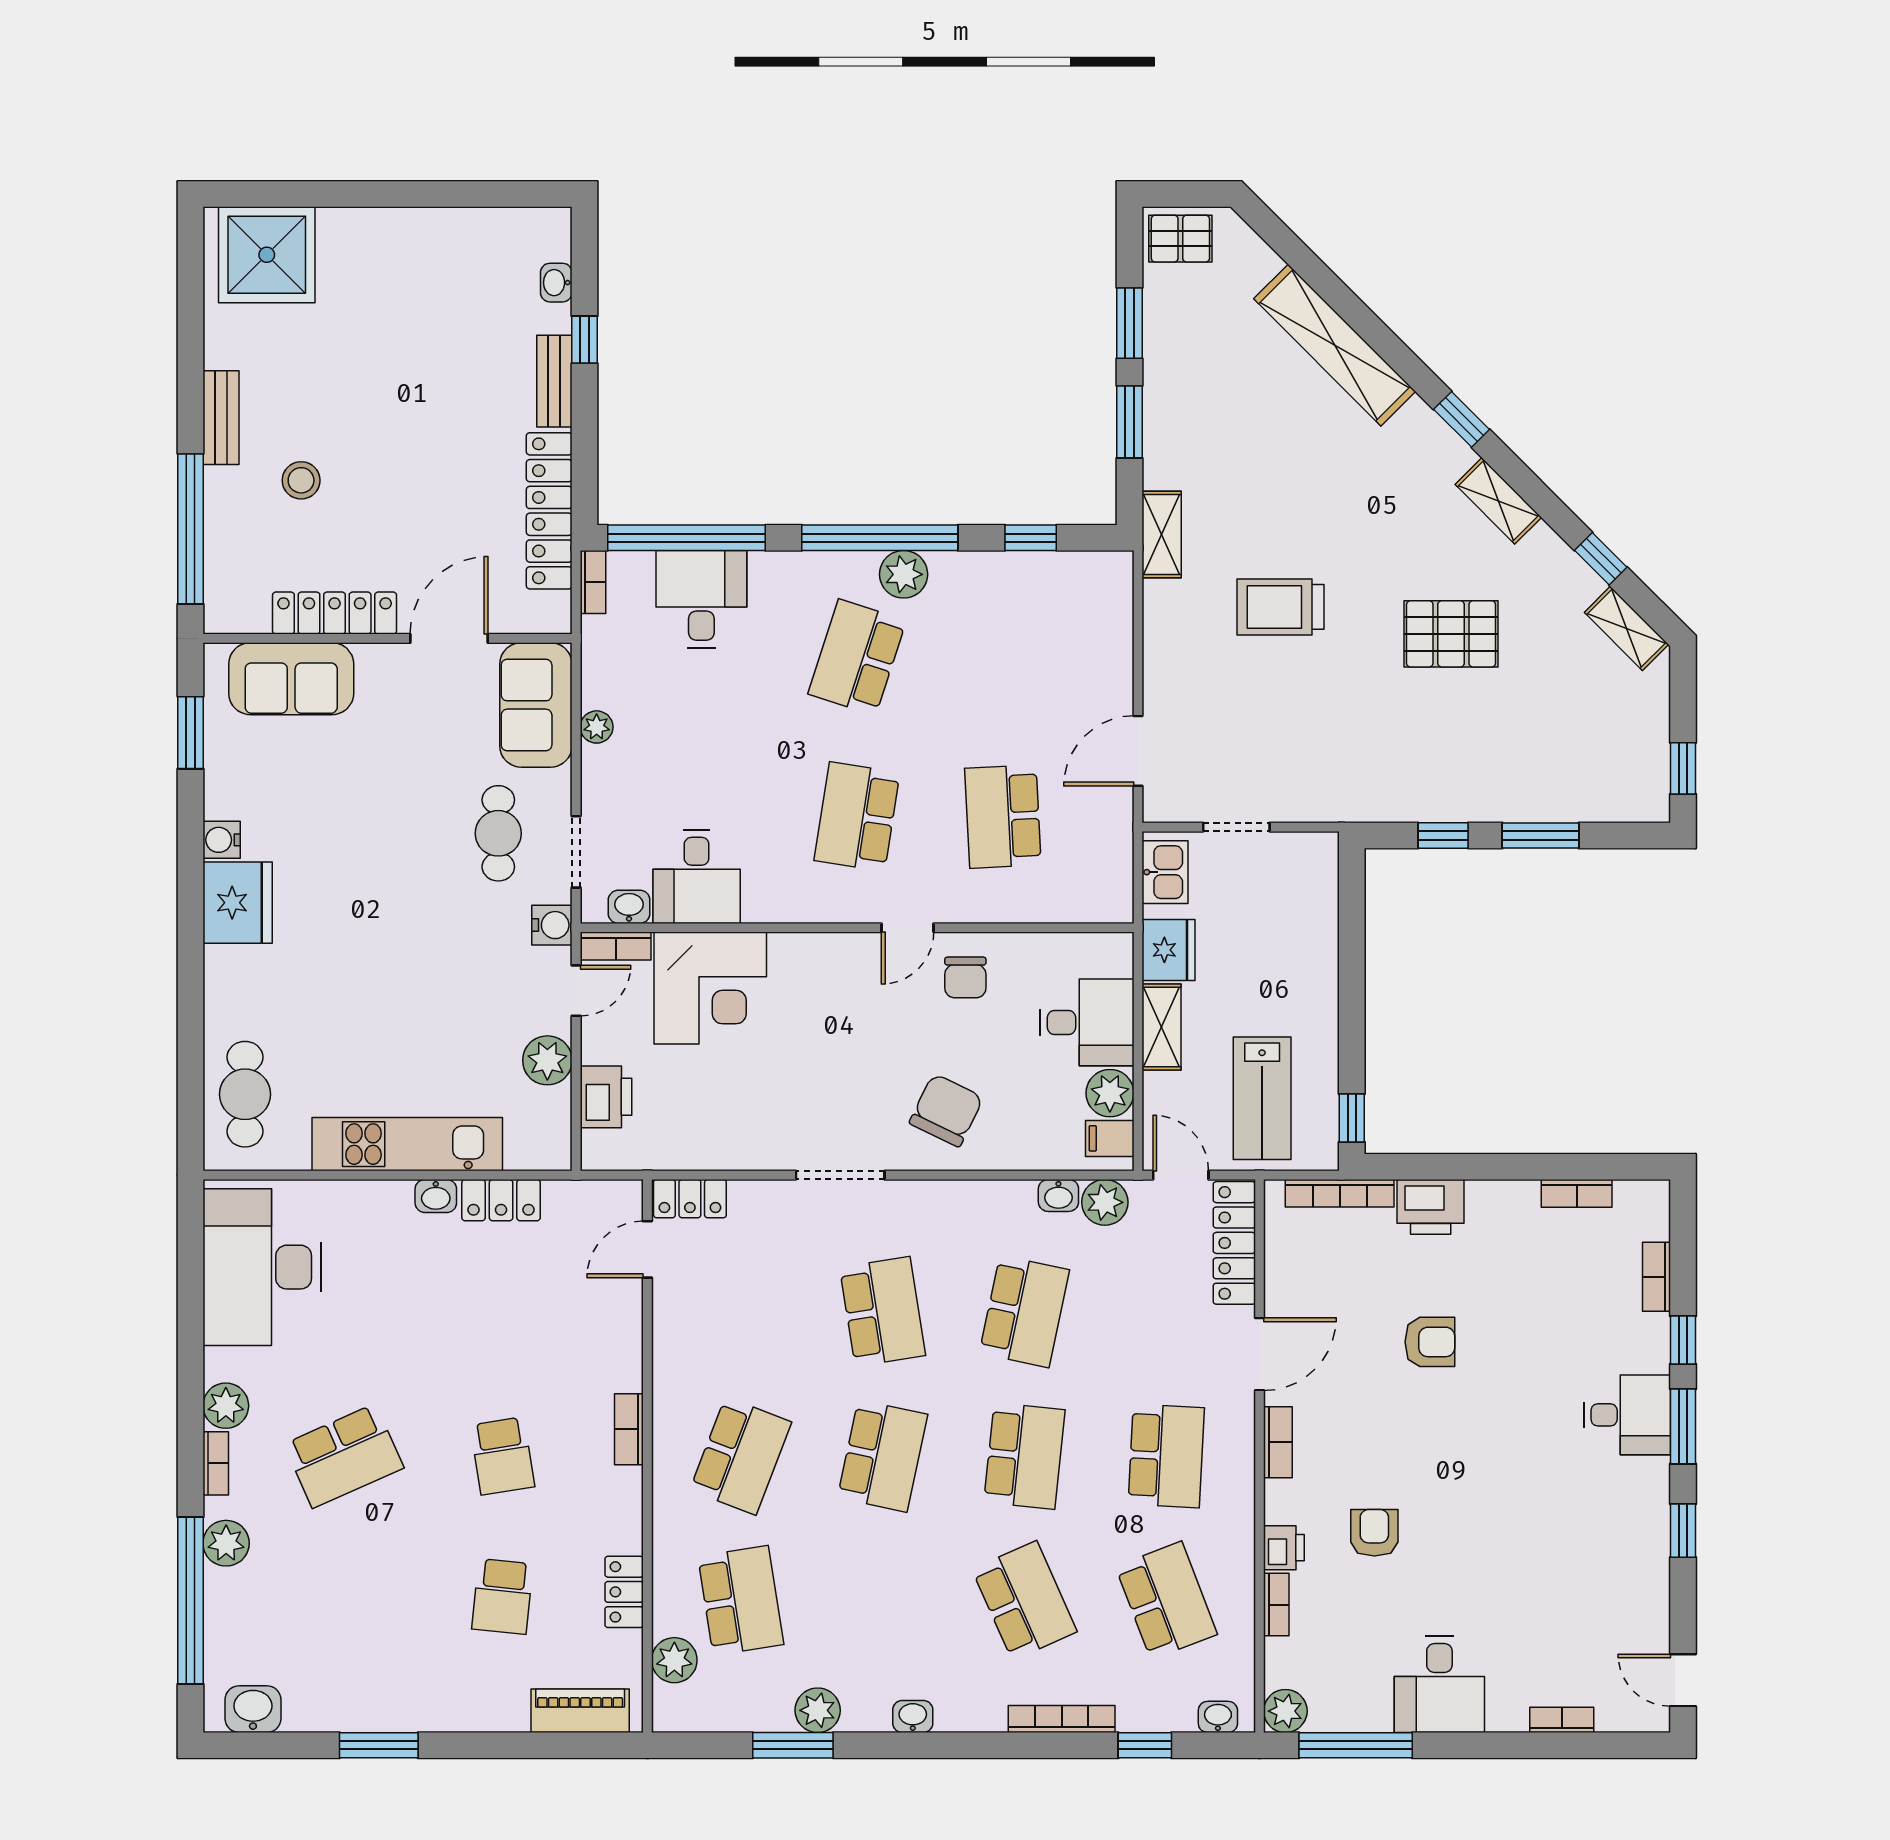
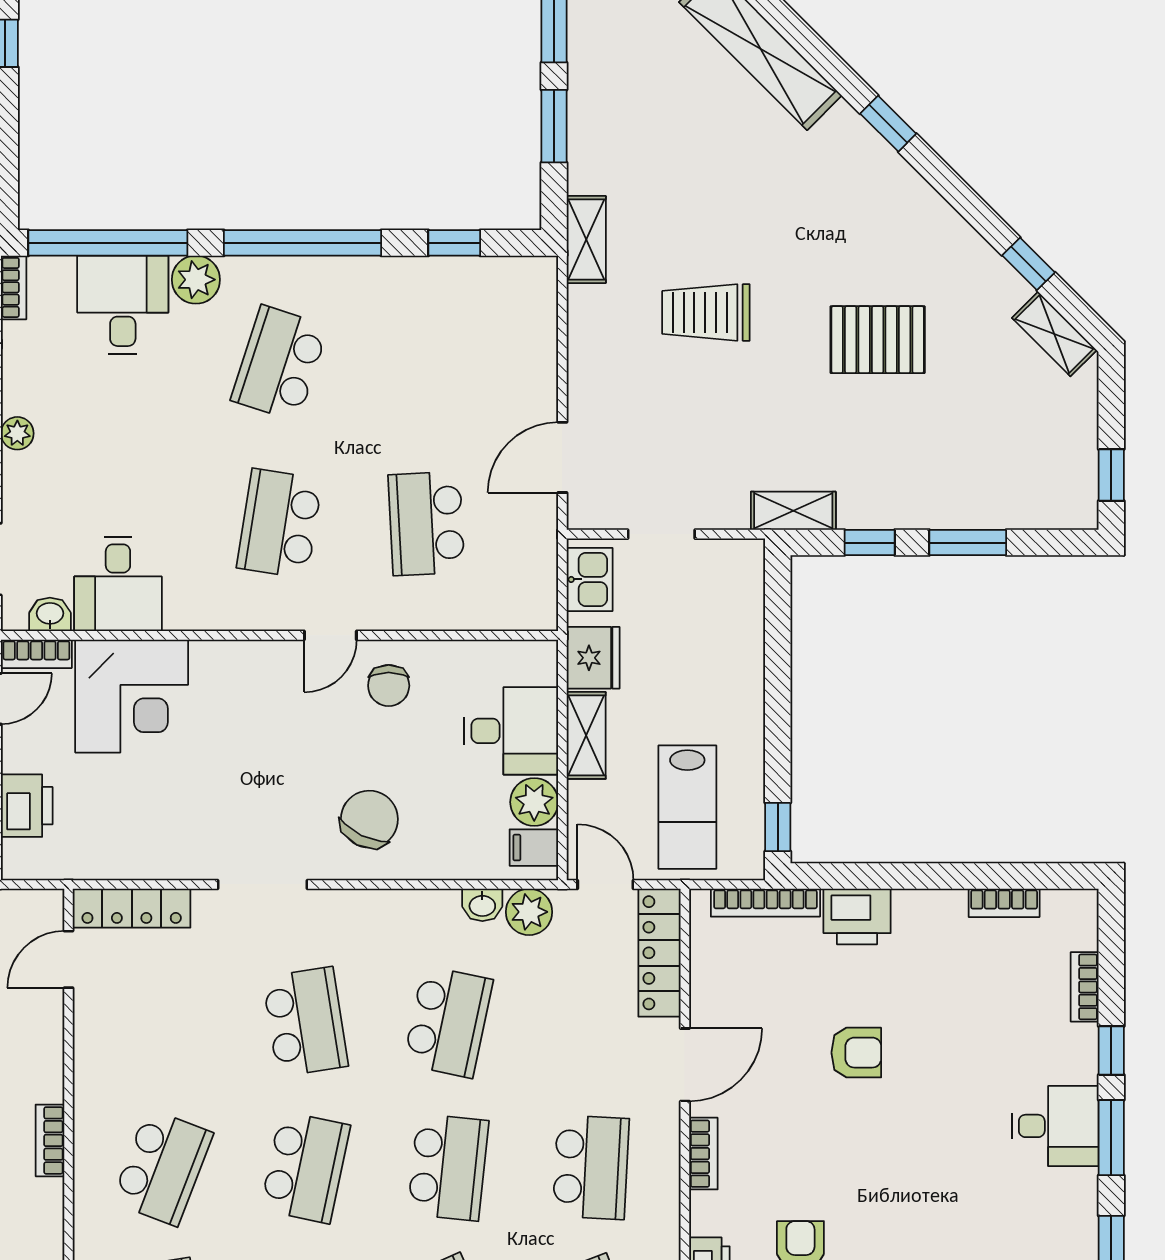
shelving: (1498, 501) -> (793, 511), moved, turned -45
plant: (904, 574) -> (196, 280), moved
locker: (690, 1199) -> (132, 908), width x1.53

